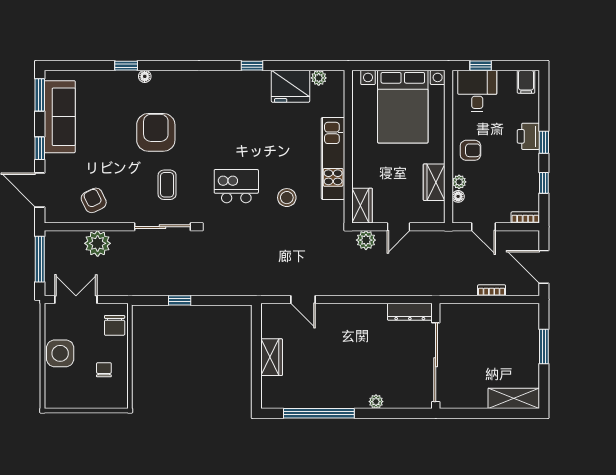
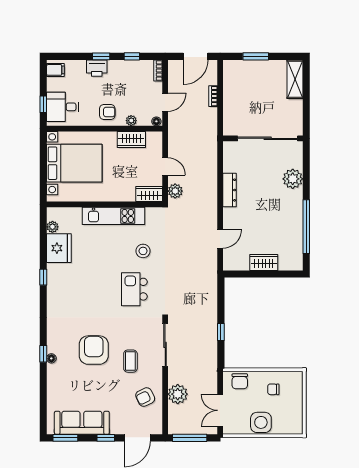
window: (126, 66) -> (43, 354), moved
armchair: (156, 132) -> (94, 350), turned 90
armchair: (470, 150) -> (107, 112), turned 90
coffee table: (167, 185) -> (130, 361), moved, turned 90
floor lamp: (458, 196) -> (156, 121), moved
dresser: (410, 312) -> (229, 190), moved
chair: (115, 325) -> (240, 381), turned 90
plant: (376, 402) -> (293, 179), width x1.88, depth x1.88

